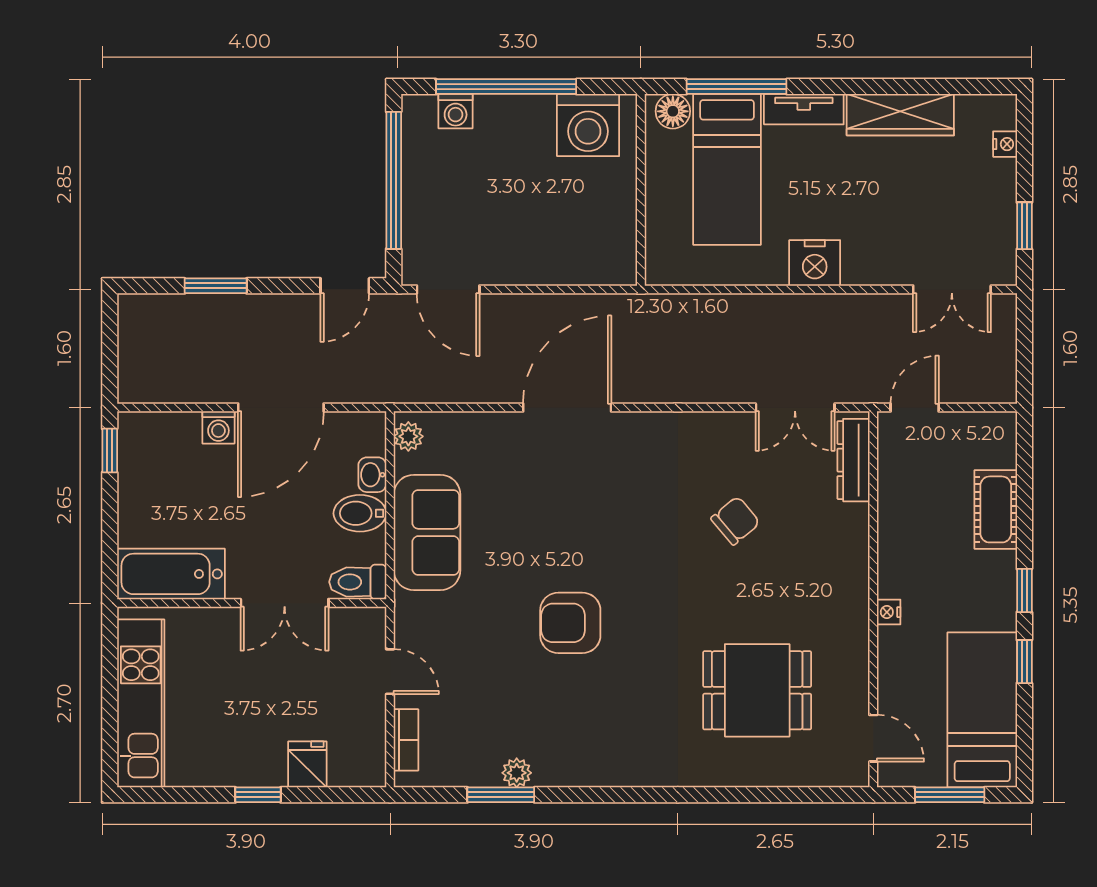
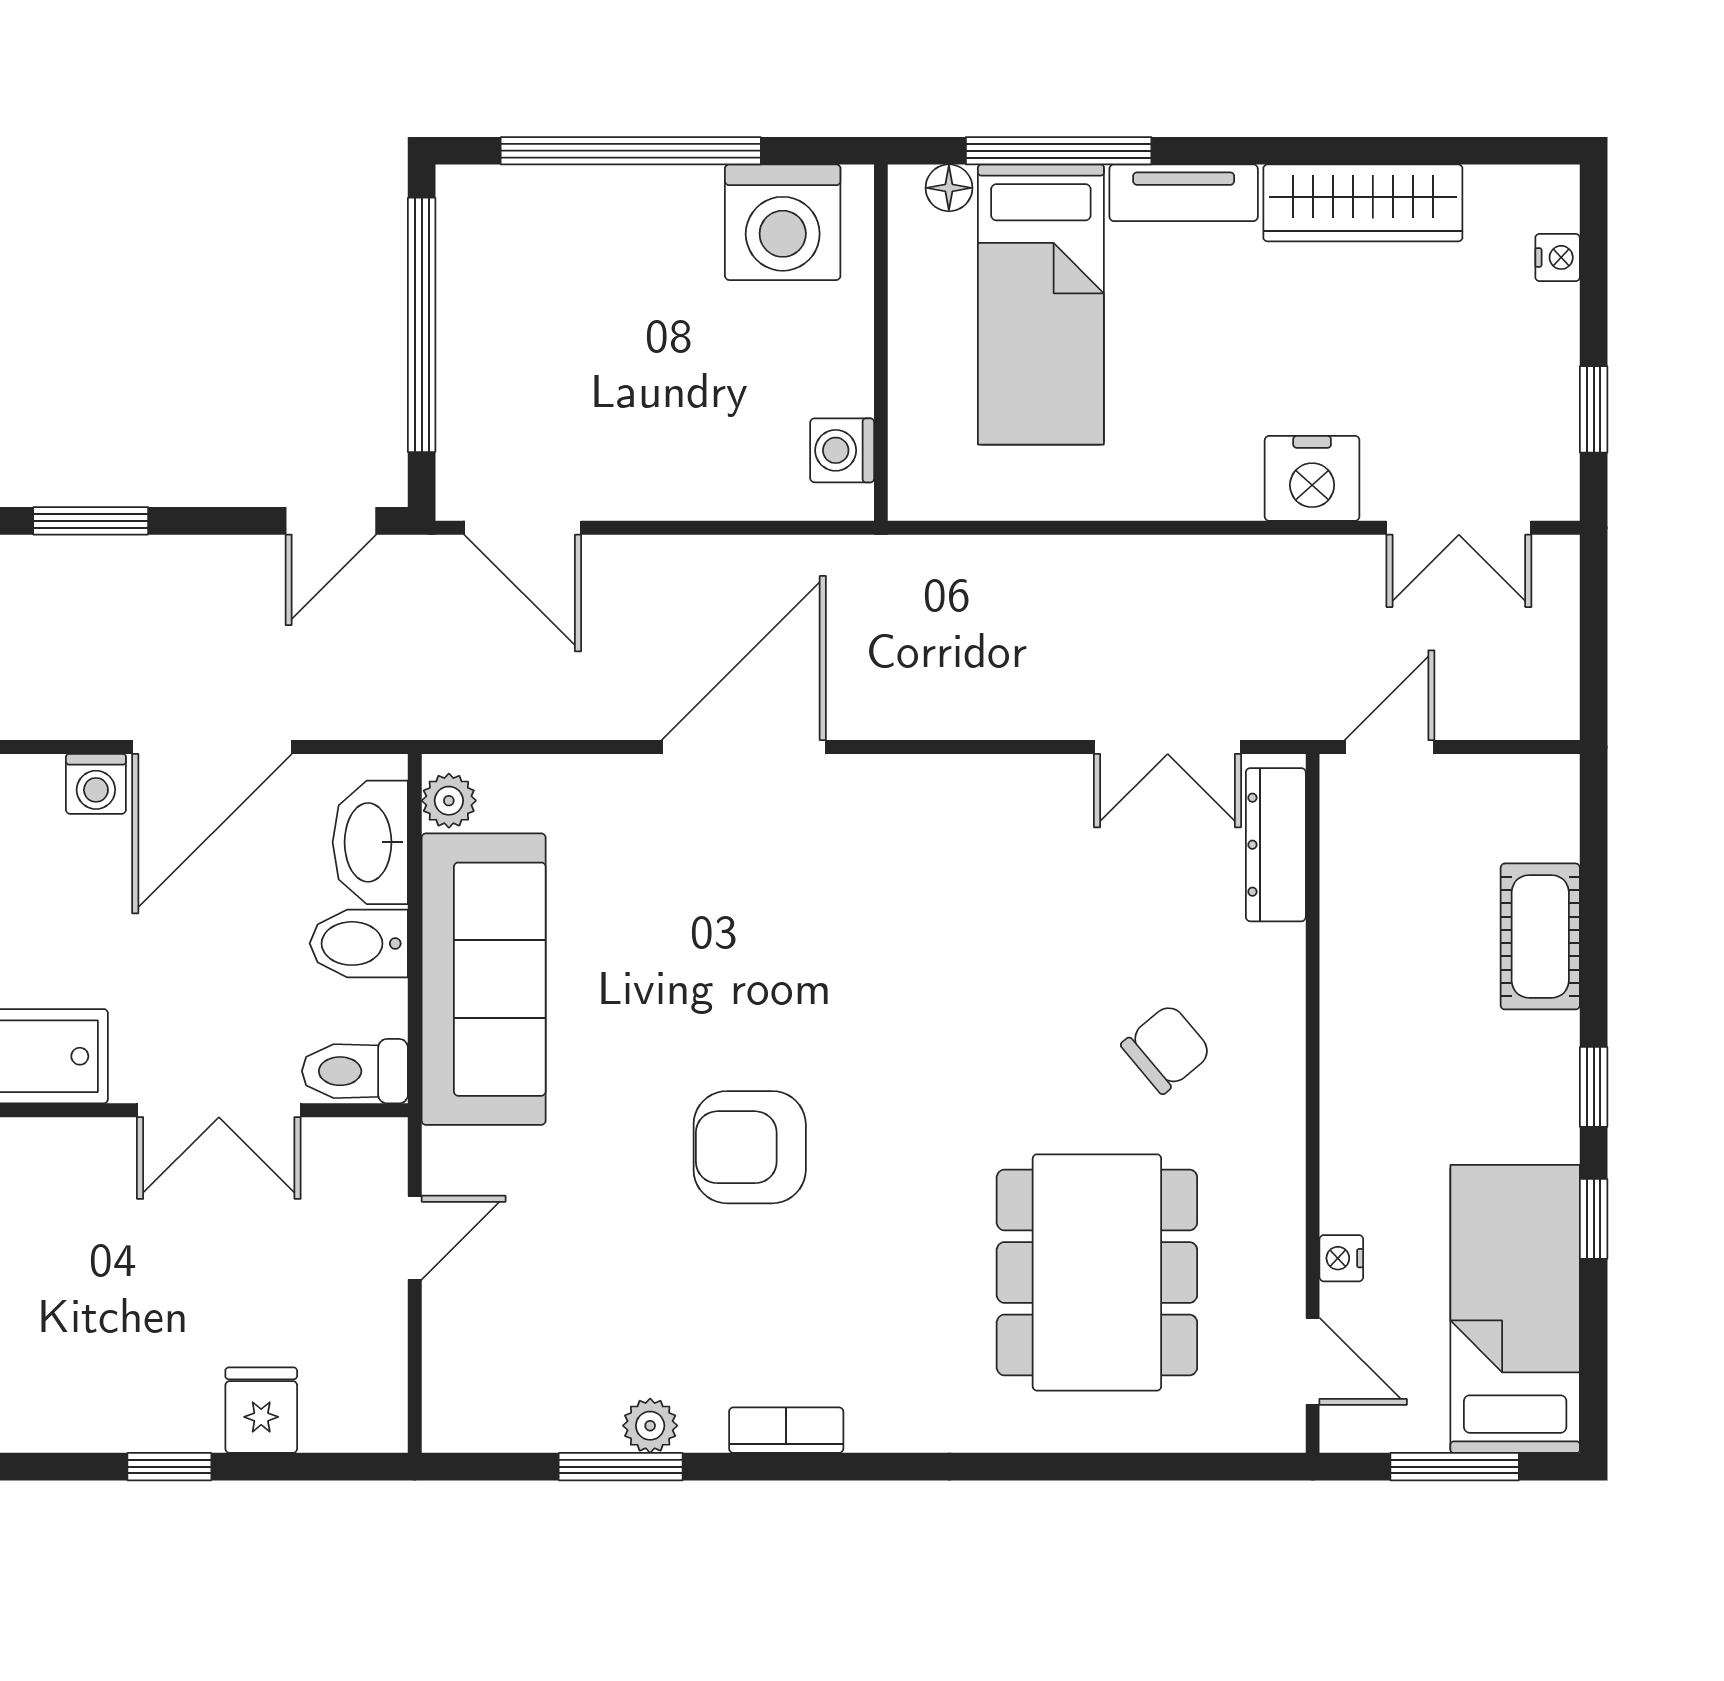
washing machine: (456, 111) -> (842, 450), moved, turned 90
floor lamp: (673, 111) -> (949, 188), width x0.73, depth x0.73
nightstand: (815, 263) -> (1312, 478), moved
washbasin: (372, 475) -> (370, 842), width x1.91, depth x1.45
chair: (735, 521) -> (1166, 1049), moved
sofa: (427, 532) -> (484, 979), width x1.36
nightstand: (889, 612) -> (1341, 1258), moved
door: (390, 672) -> (415, 1238), hinge flipped
dining table: (757, 690) -> (1097, 1272), width x1.37
bookcase: (406, 740) -> (786, 1430), moved, turned -90

